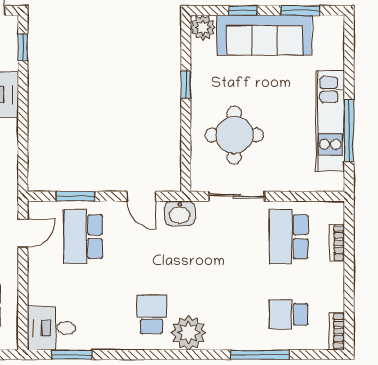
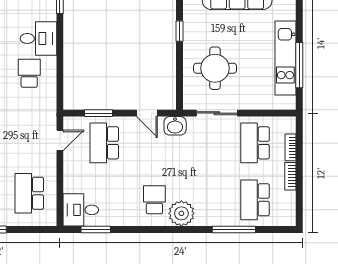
school desk: (289, 314) -> (255, 200), width x1.85
bookcase: (337, 331) -> (290, 176), moved

